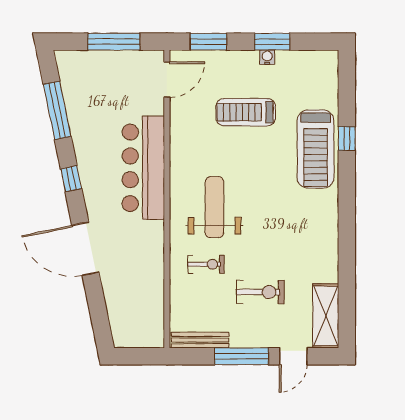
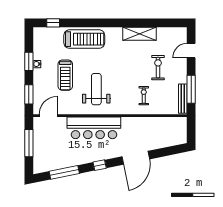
door: (167, 80) -> (48, 116), hinge flipped
window: (347, 138) -> (53, 23), moved
weight bench: (214, 207) -> (96, 89), moved, turned 90
shelving: (326, 316) -> (139, 34), moved
window: (241, 356) -> (191, 89), moved
door: (293, 356) -> (191, 51), swing flipped

